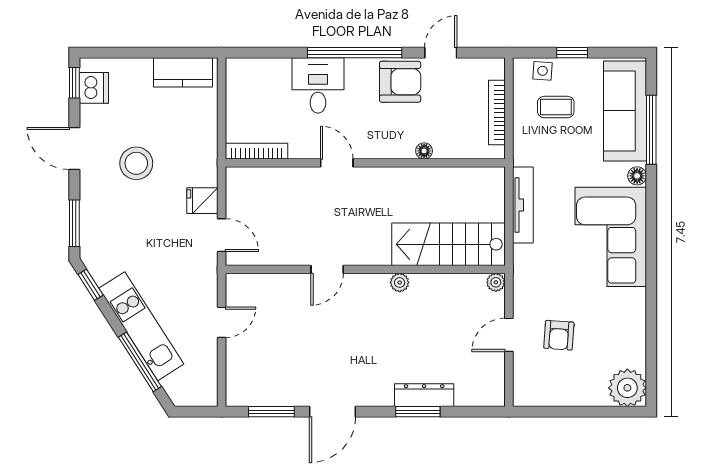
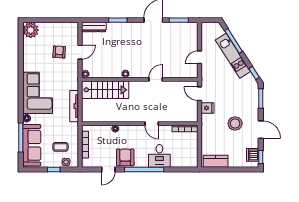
armchair: (400, 82) -> (125, 157), turned 90
dresser: (424, 395) -> (94, 27), moved

